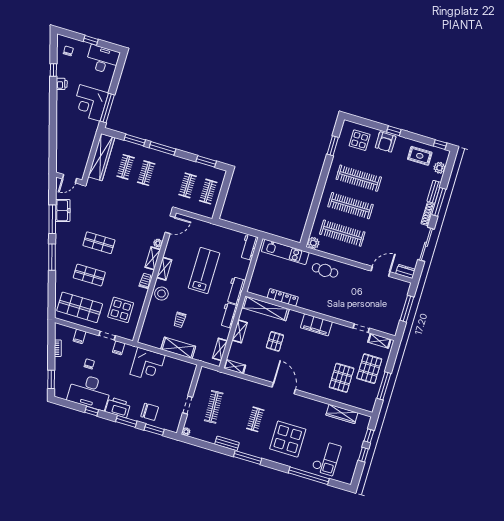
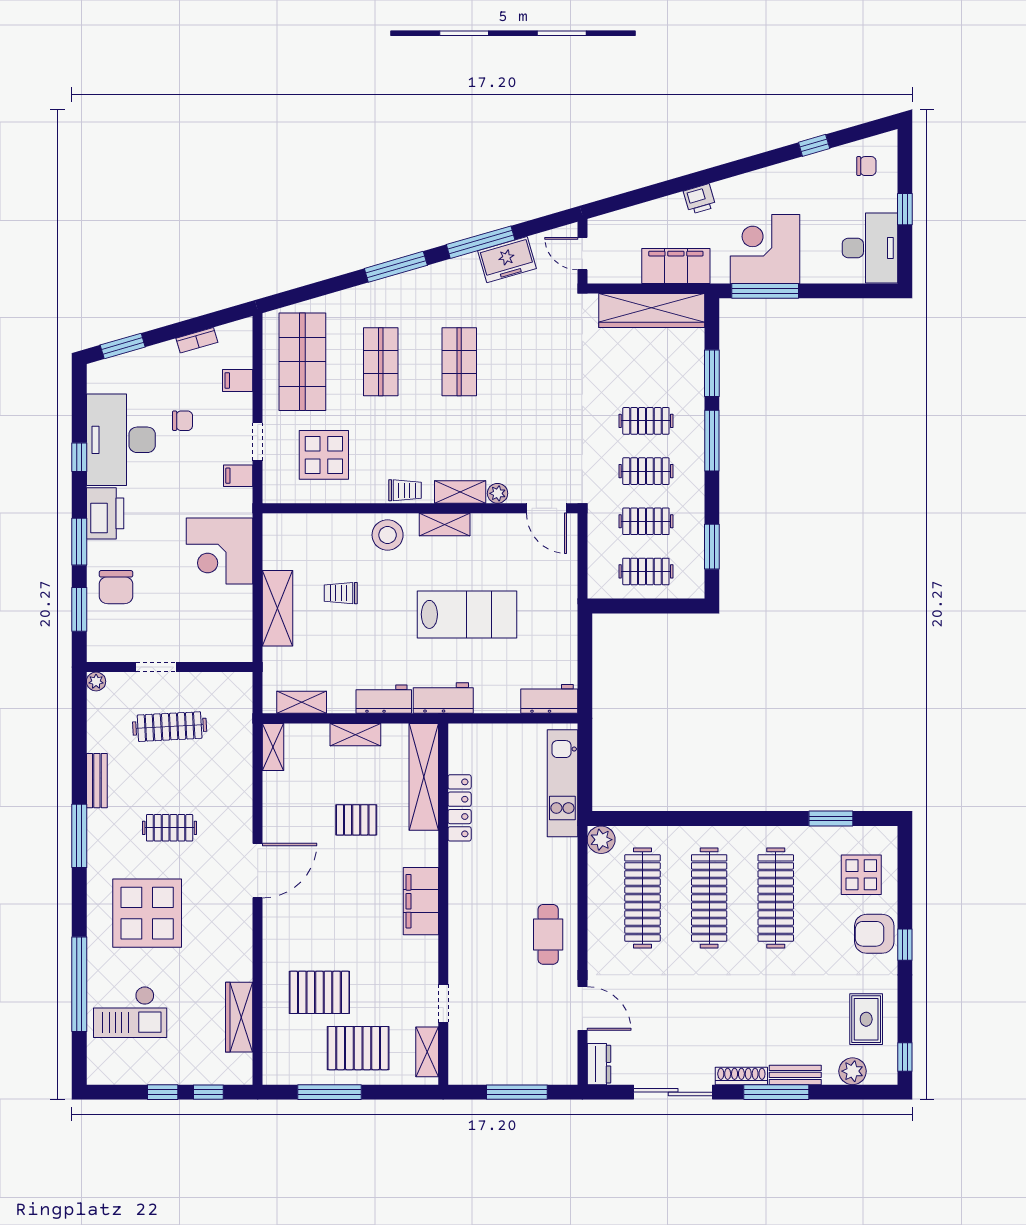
printer: (62, 84) -> (700, 199), moved
filing cabinet: (86, 142) -> (676, 266), added
clothes rail: (126, 167) -> (646, 471), moved
cafe table: (325, 270) -> (548, 934), moved

